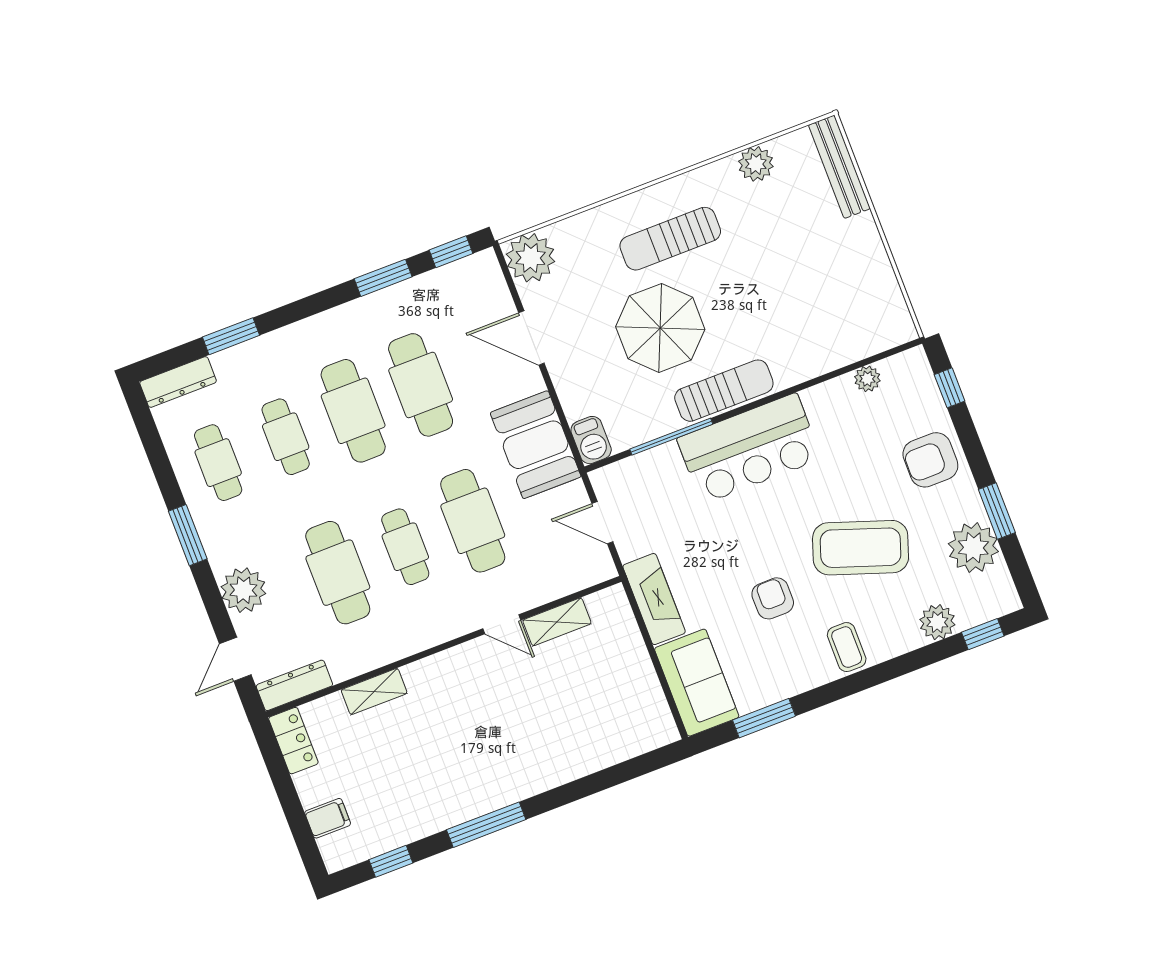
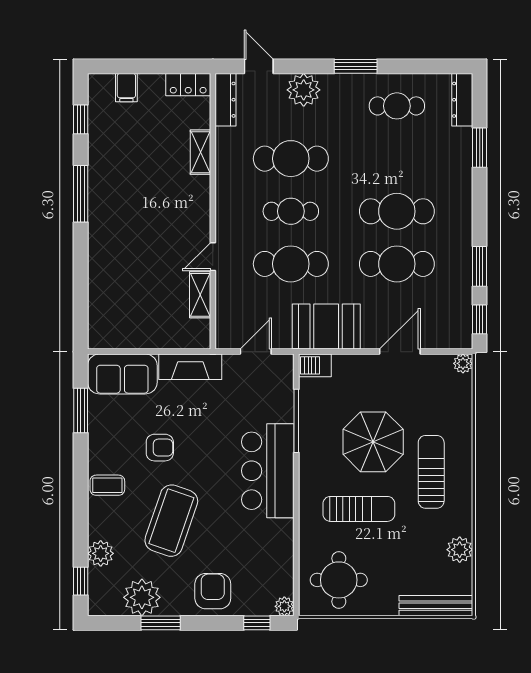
plant: (531, 258) -> (463, 363), width x0.53, depth x0.53
round table: (854, 304) -> (339, 580), added
plant: (867, 379) -> (284, 606), moved
sun lounger: (724, 391) -> (359, 509), moved, turned -90
cafe table: (286, 437) -> (397, 159), removed

